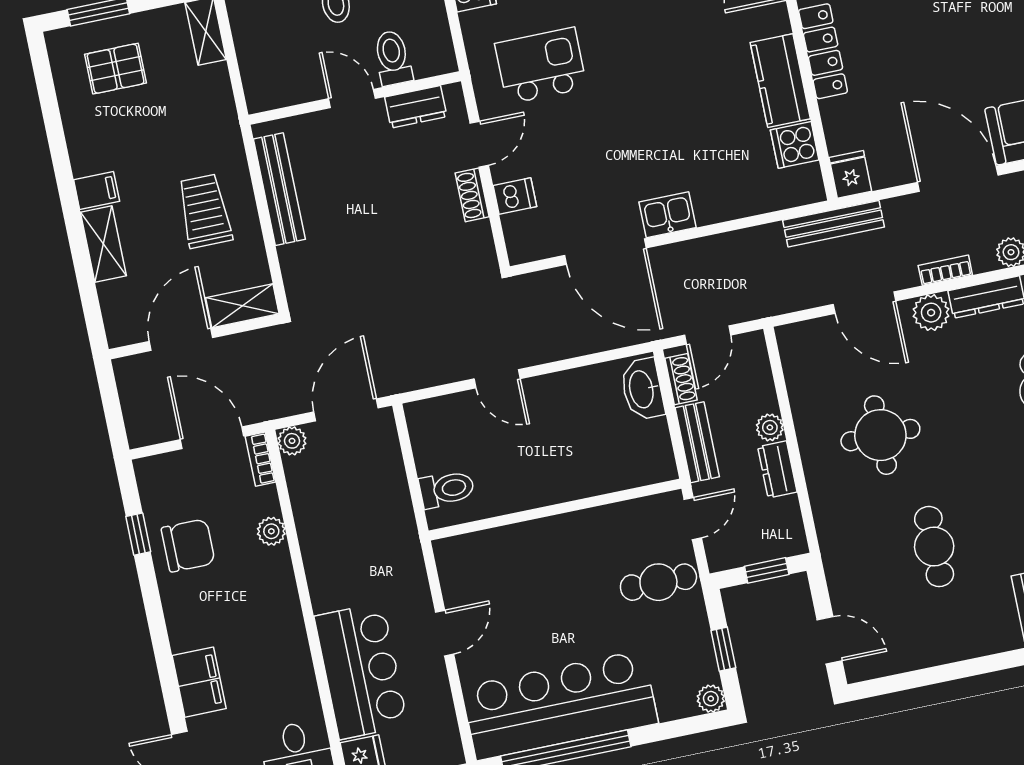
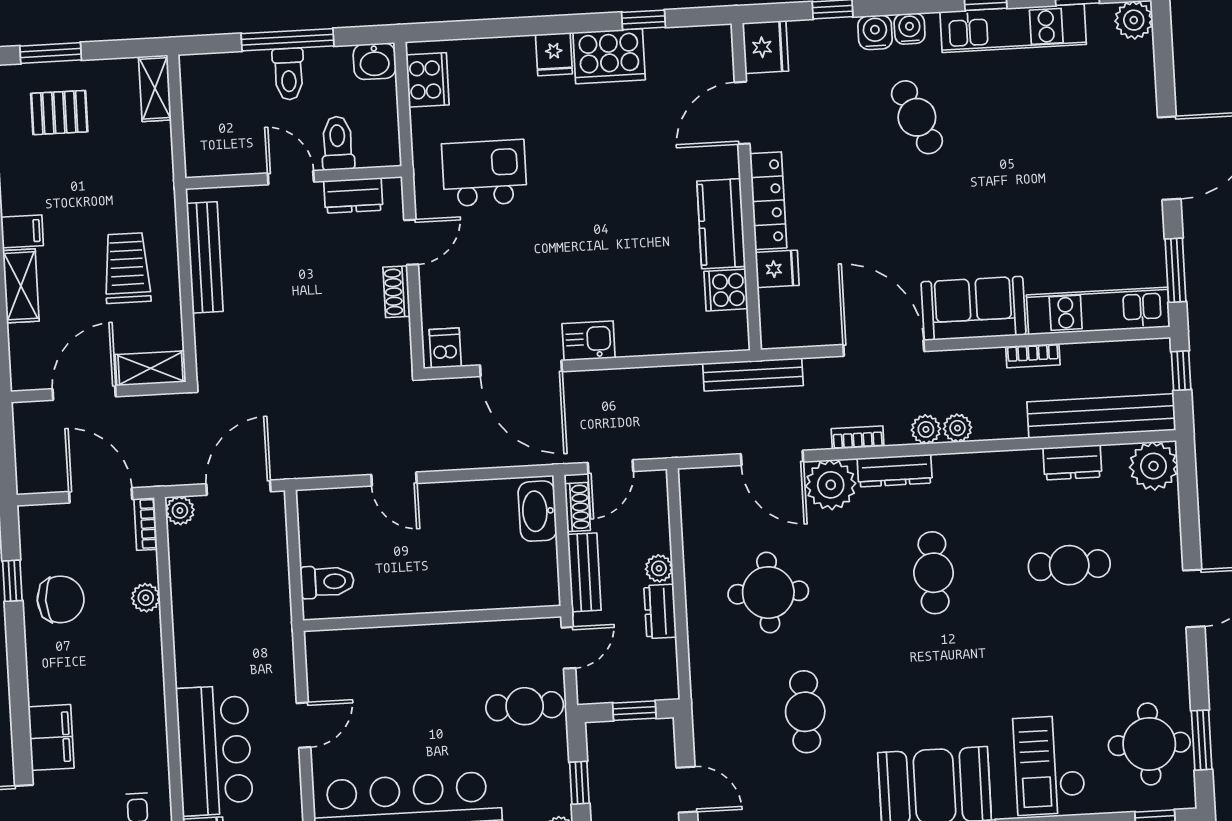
fridge: (850, 174) -> (777, 269), moved, turned 90
dishwasher: (515, 196) -> (445, 348), moved, turned -90
plant: (931, 313) -> (831, 485), width x1.36, depth x1.36

